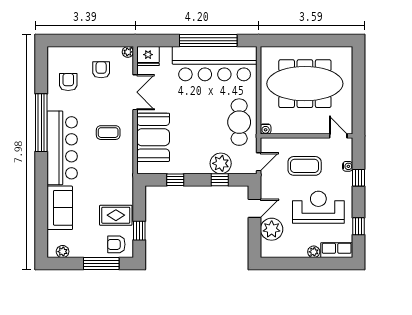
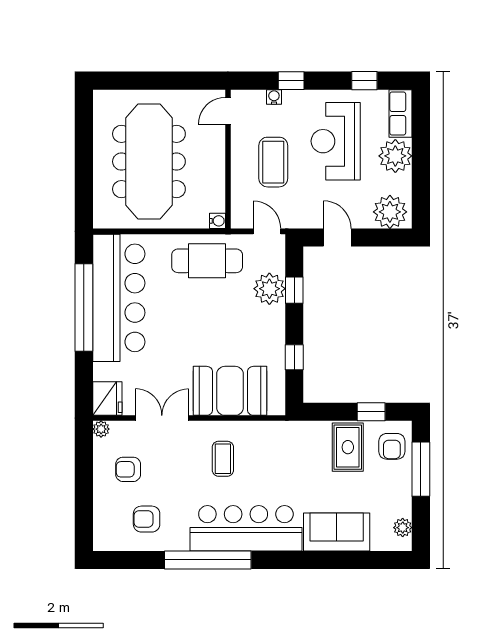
plant: (272, 229) -> (390, 212), moved
plant: (314, 252) -> (395, 156), width x1.87, depth x1.87

